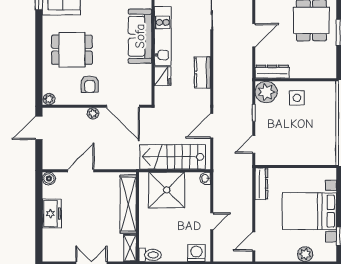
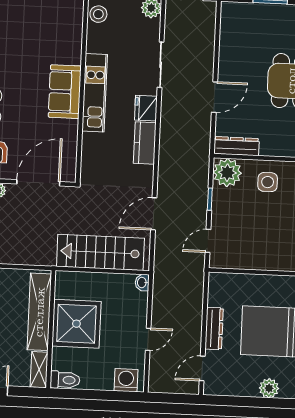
sofa: (140, 36) -> (65, 92), width x0.73
fridge: (163, 76) -> (146, 108), moved, turned 180
door: (123, 106) -> (38, 183), swing flipped
dresser: (261, 184) -> (214, 328), moved
shower: (167, 190) -> (76, 324), moved

